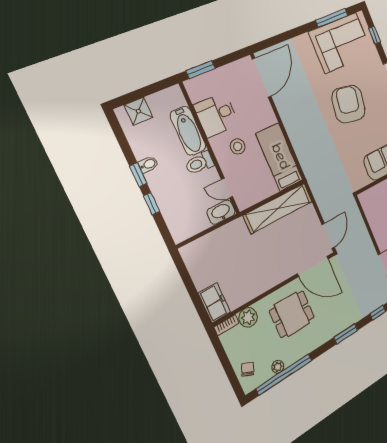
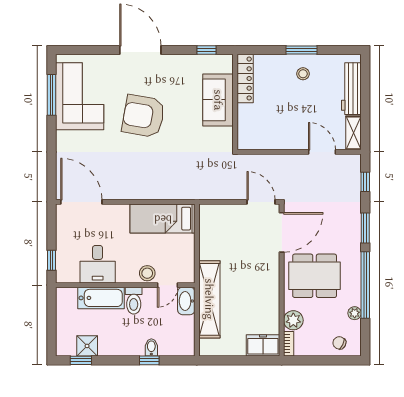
window: (375, 35) -> (86, 50), removed
window: (201, 70) -> (52, 260), width x0.67
shower: (139, 111) -> (87, 346), moved
stool: (238, 146) -> (147, 273), moved
bidet: (148, 164) -> (151, 347), moved
window: (138, 175) -> (81, 360), moved
shelving: (278, 208) -> (209, 299), moved
dining table: (292, 314) -> (315, 276), width x1.38
window: (284, 374) -> (365, 285), moved

